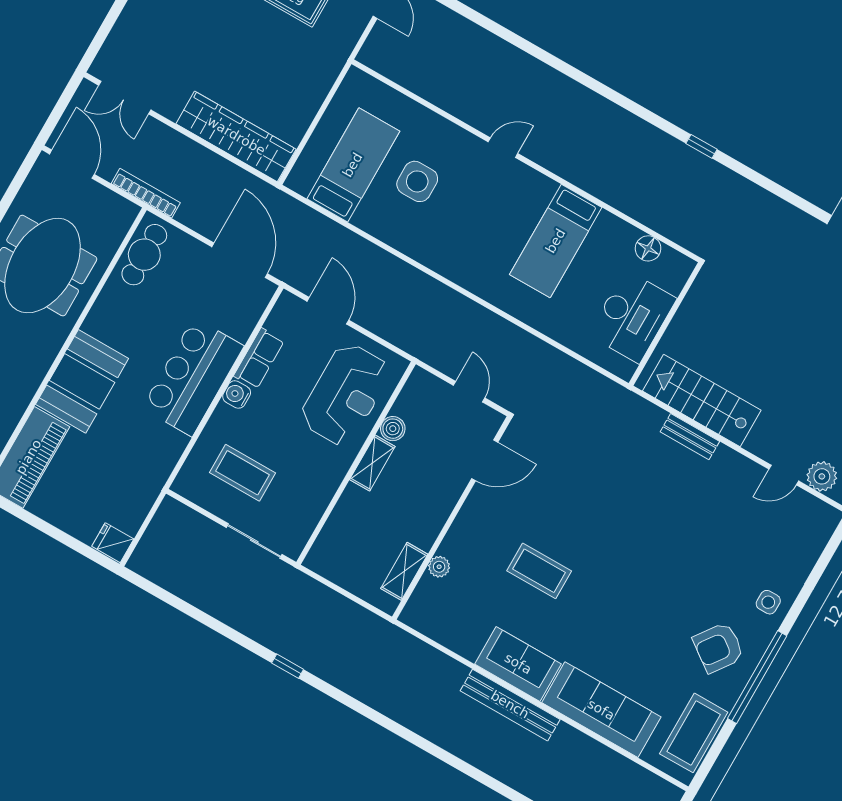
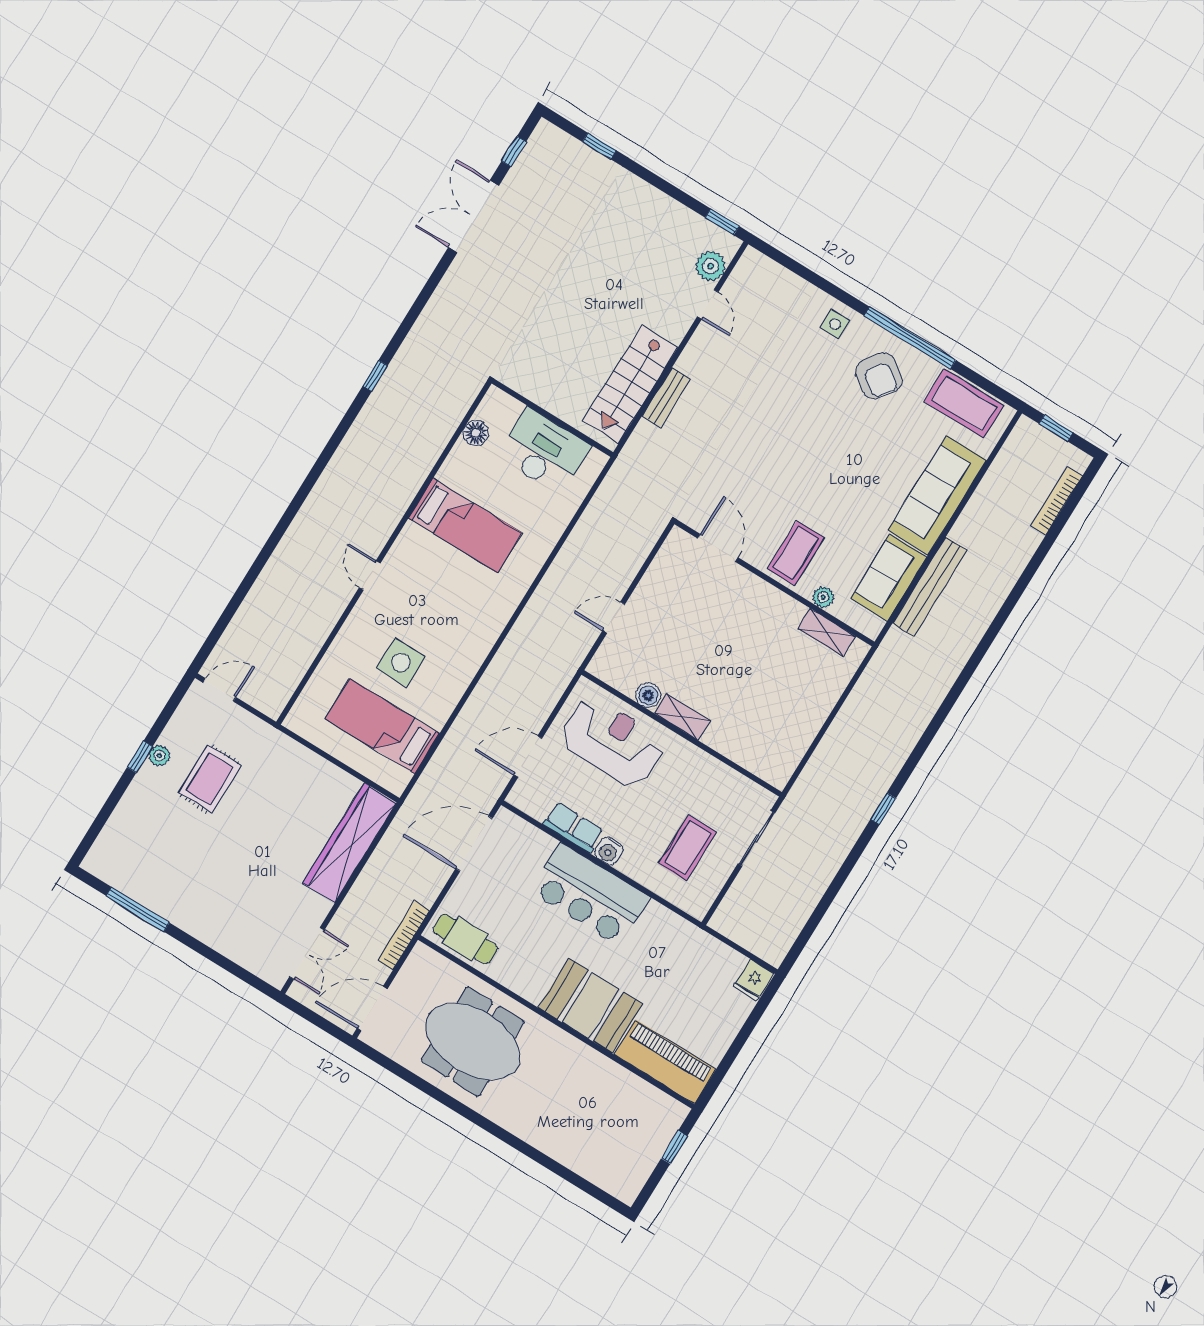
door: (485, 460) -> (718, 548), moved
wall: (452, 518) -> (775, 583), moved
plant: (439, 567) -> (823, 597), moved
shelving: (404, 571) -> (827, 632), moved

